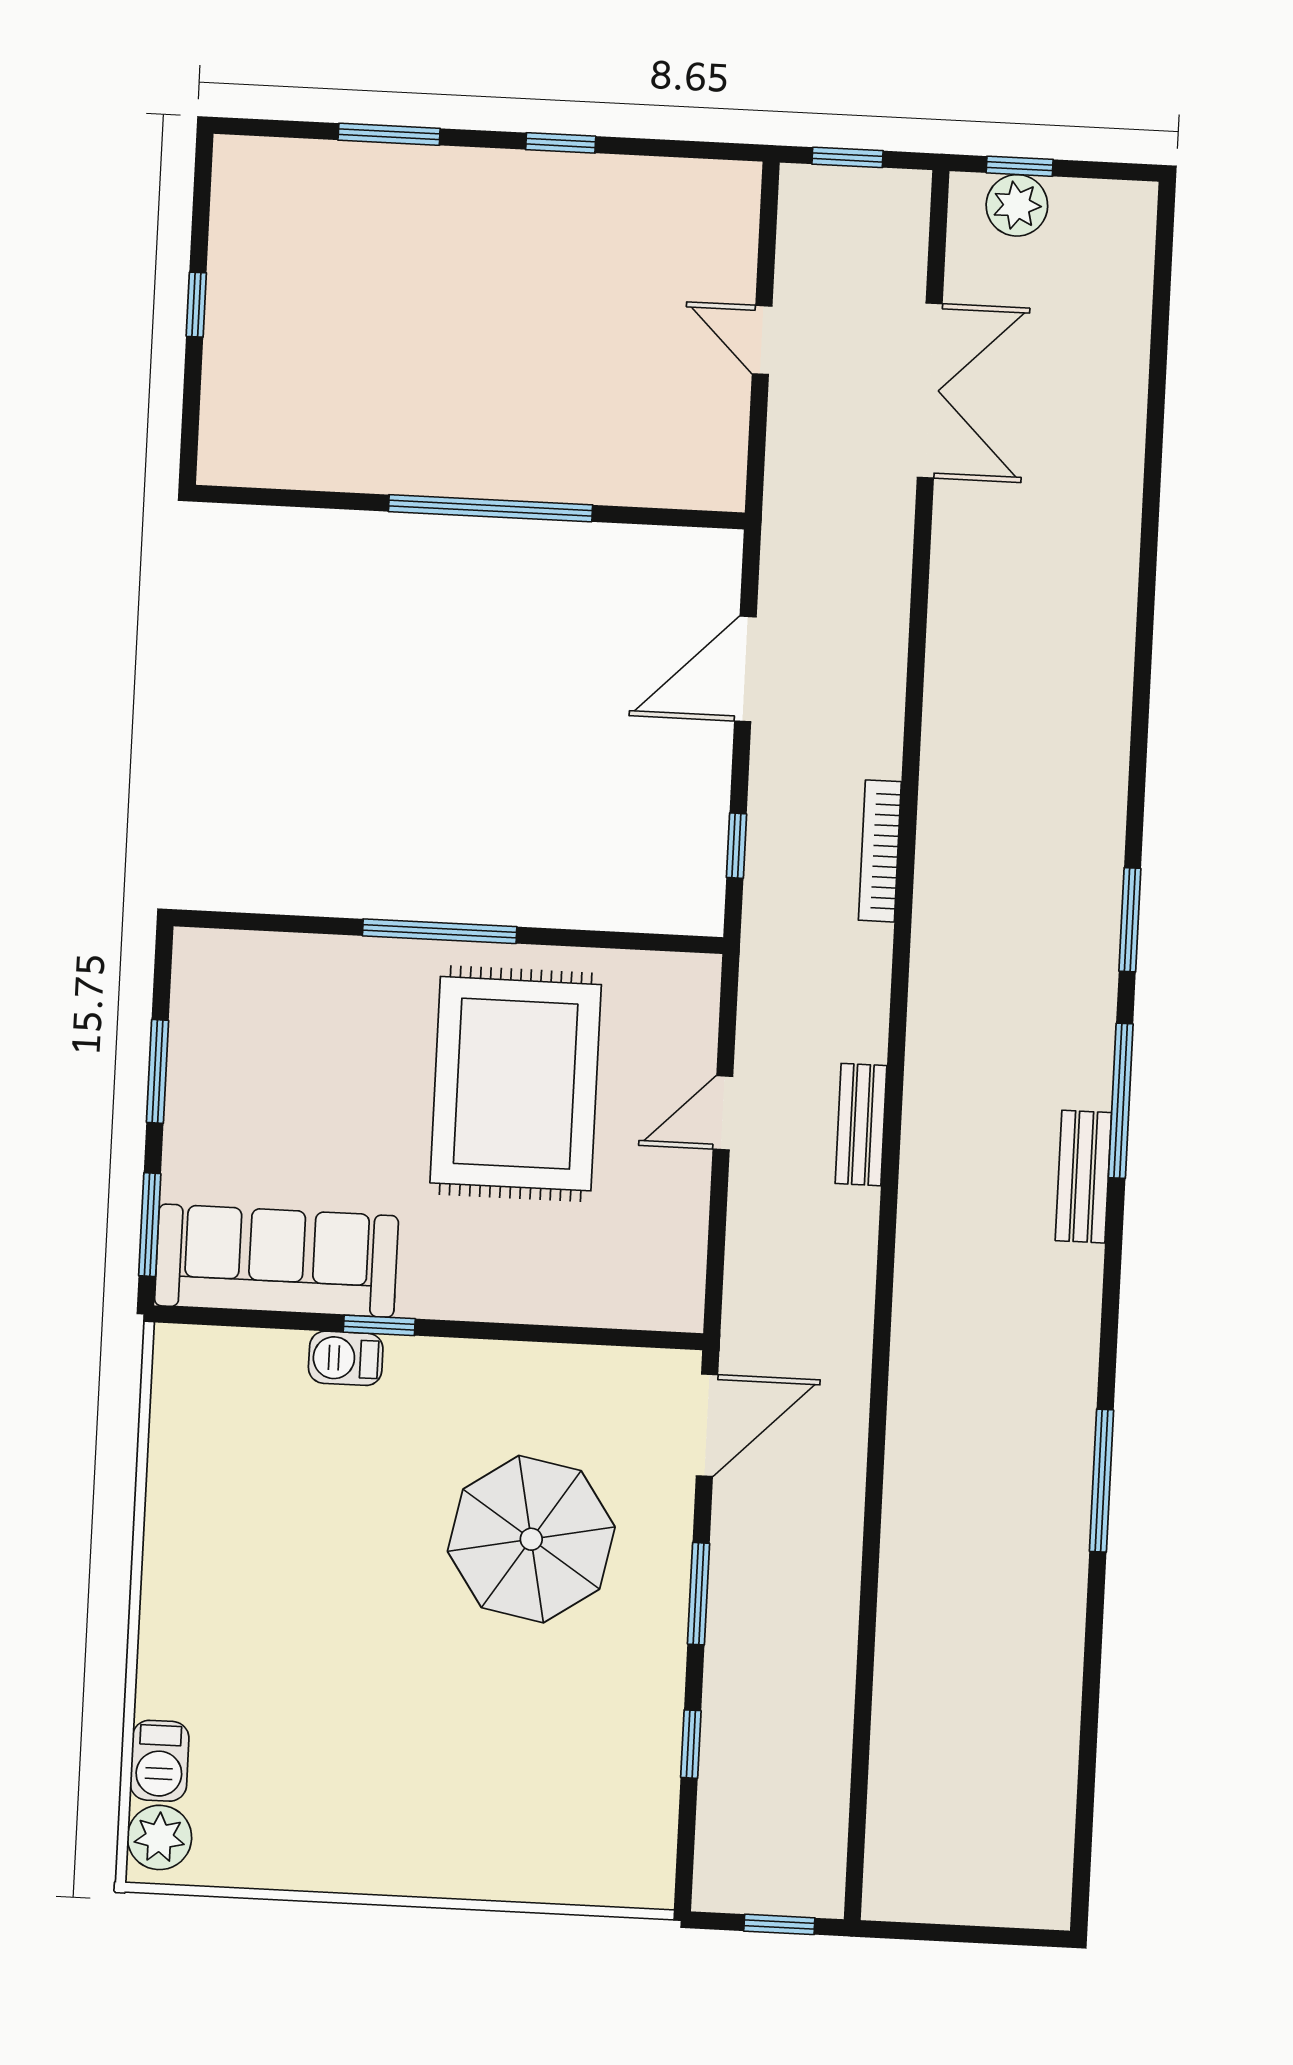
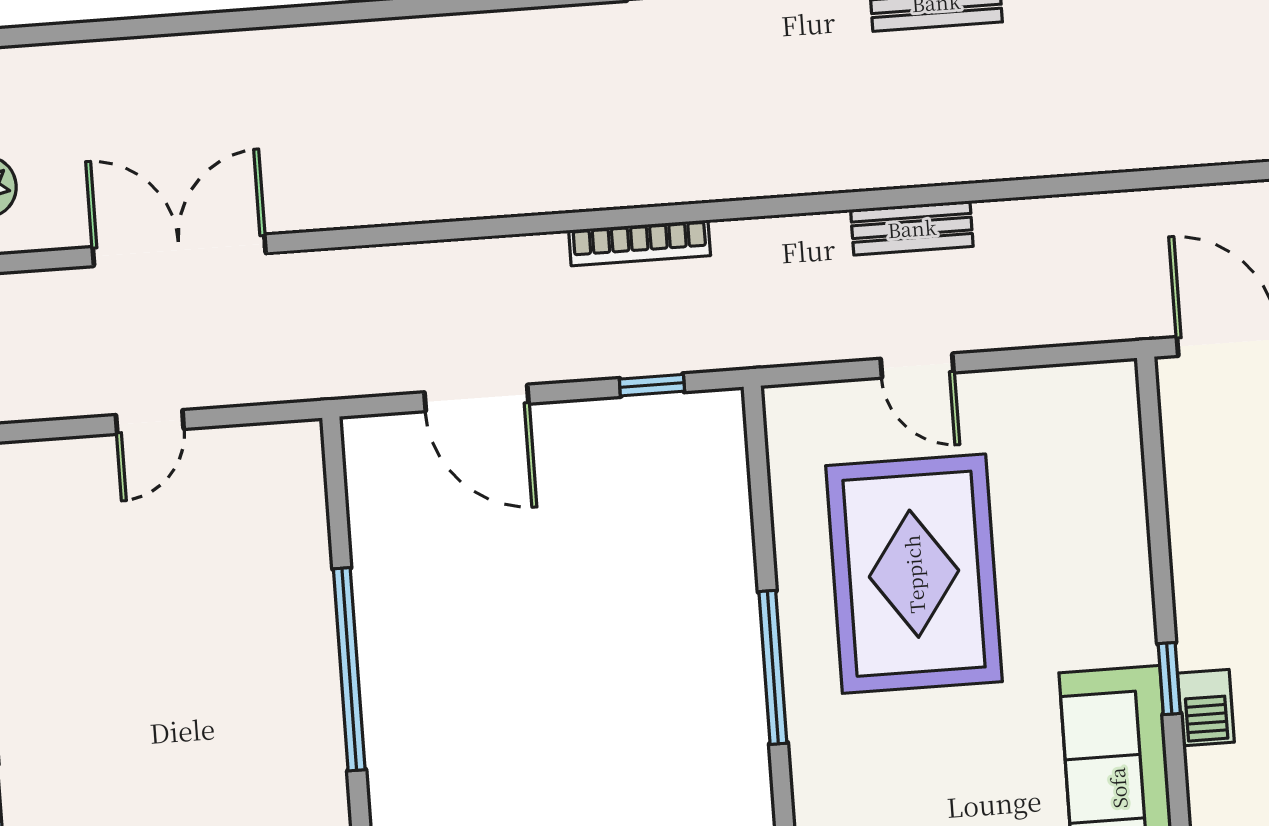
rug: (516, 1084) -> (914, 574), turned 90

